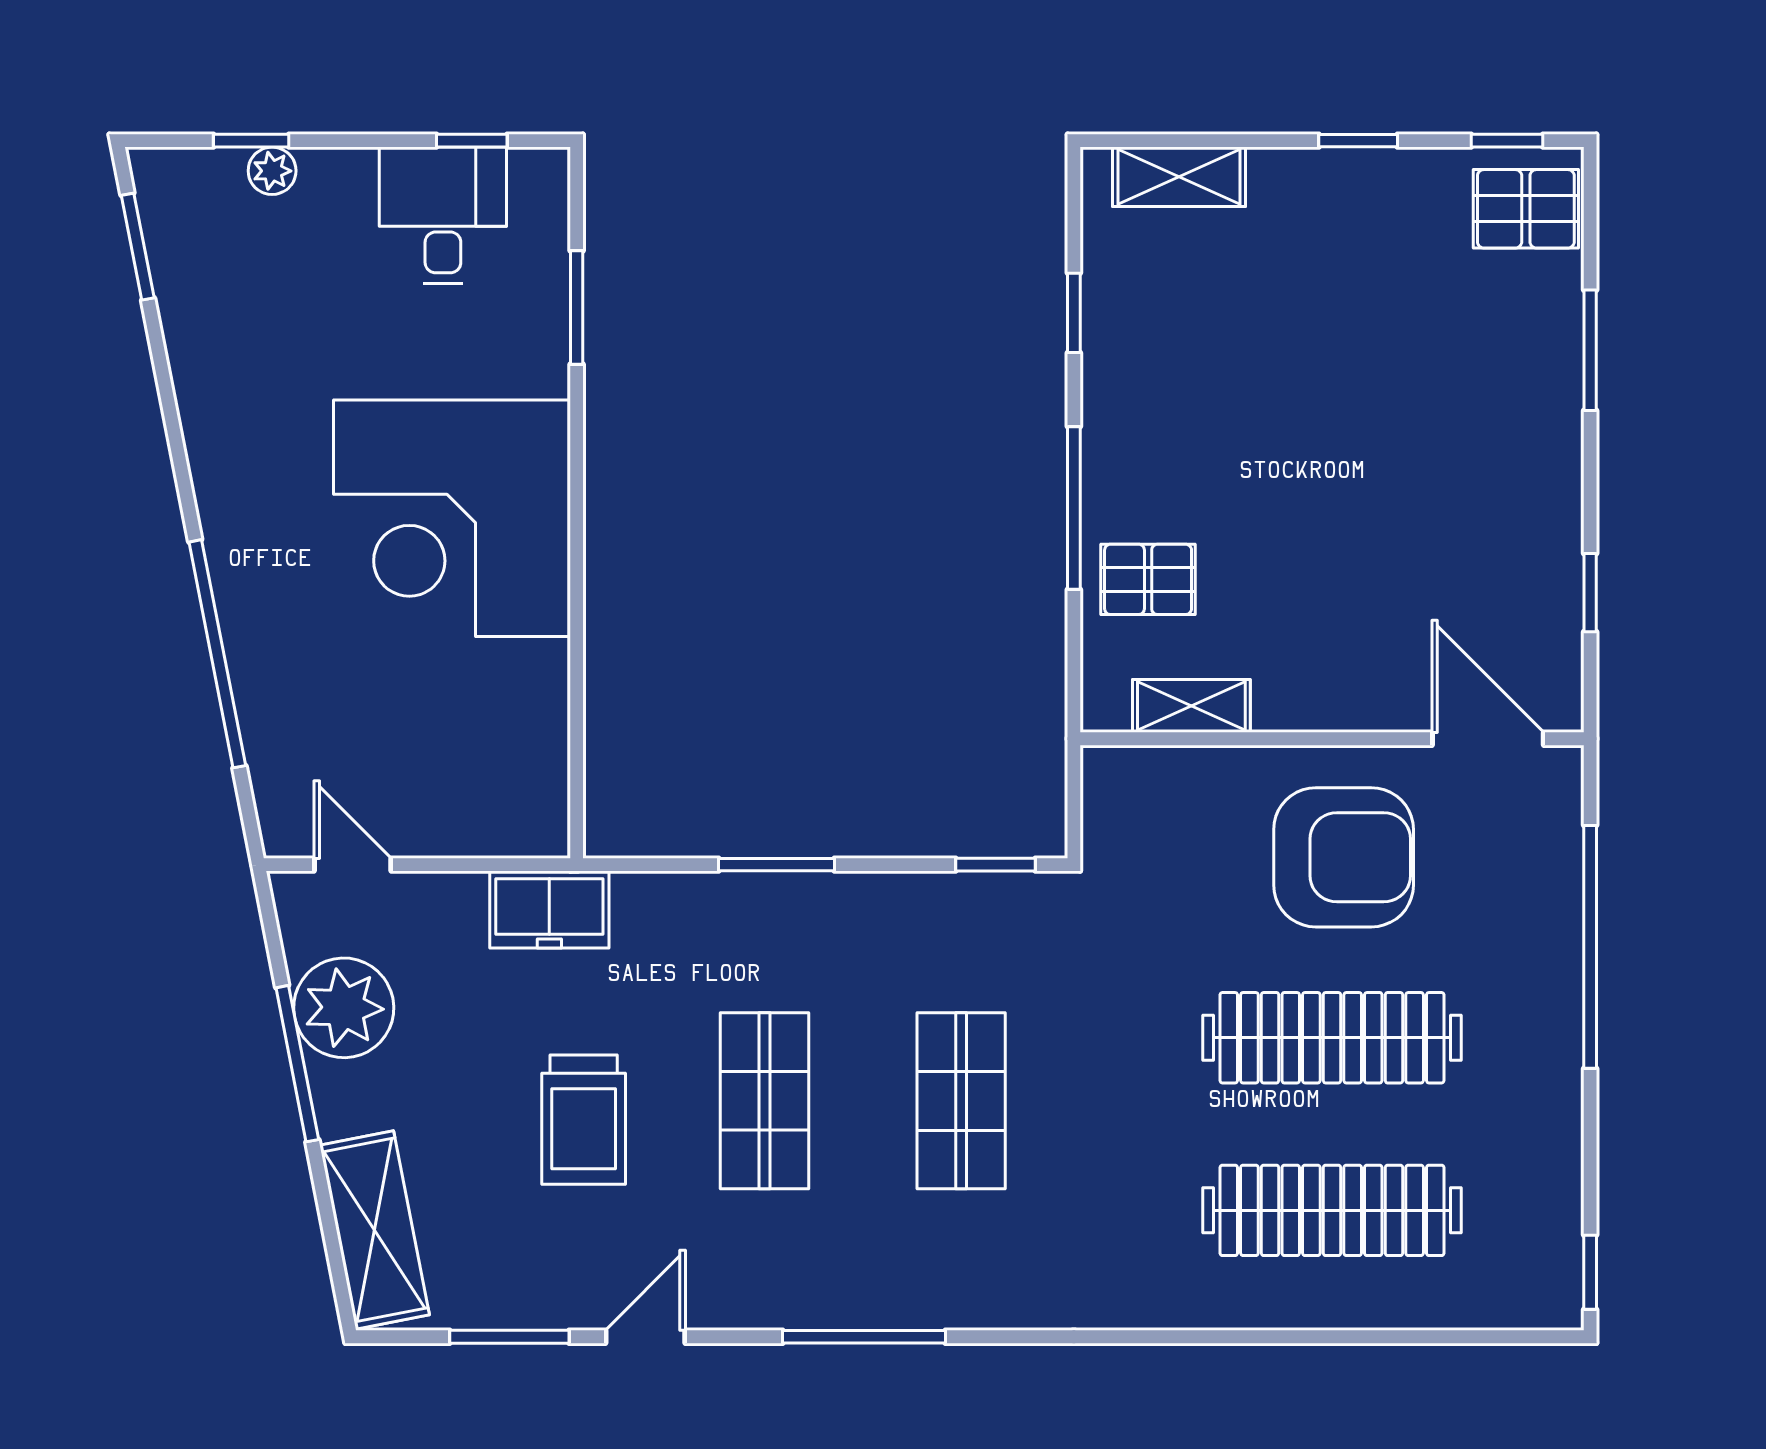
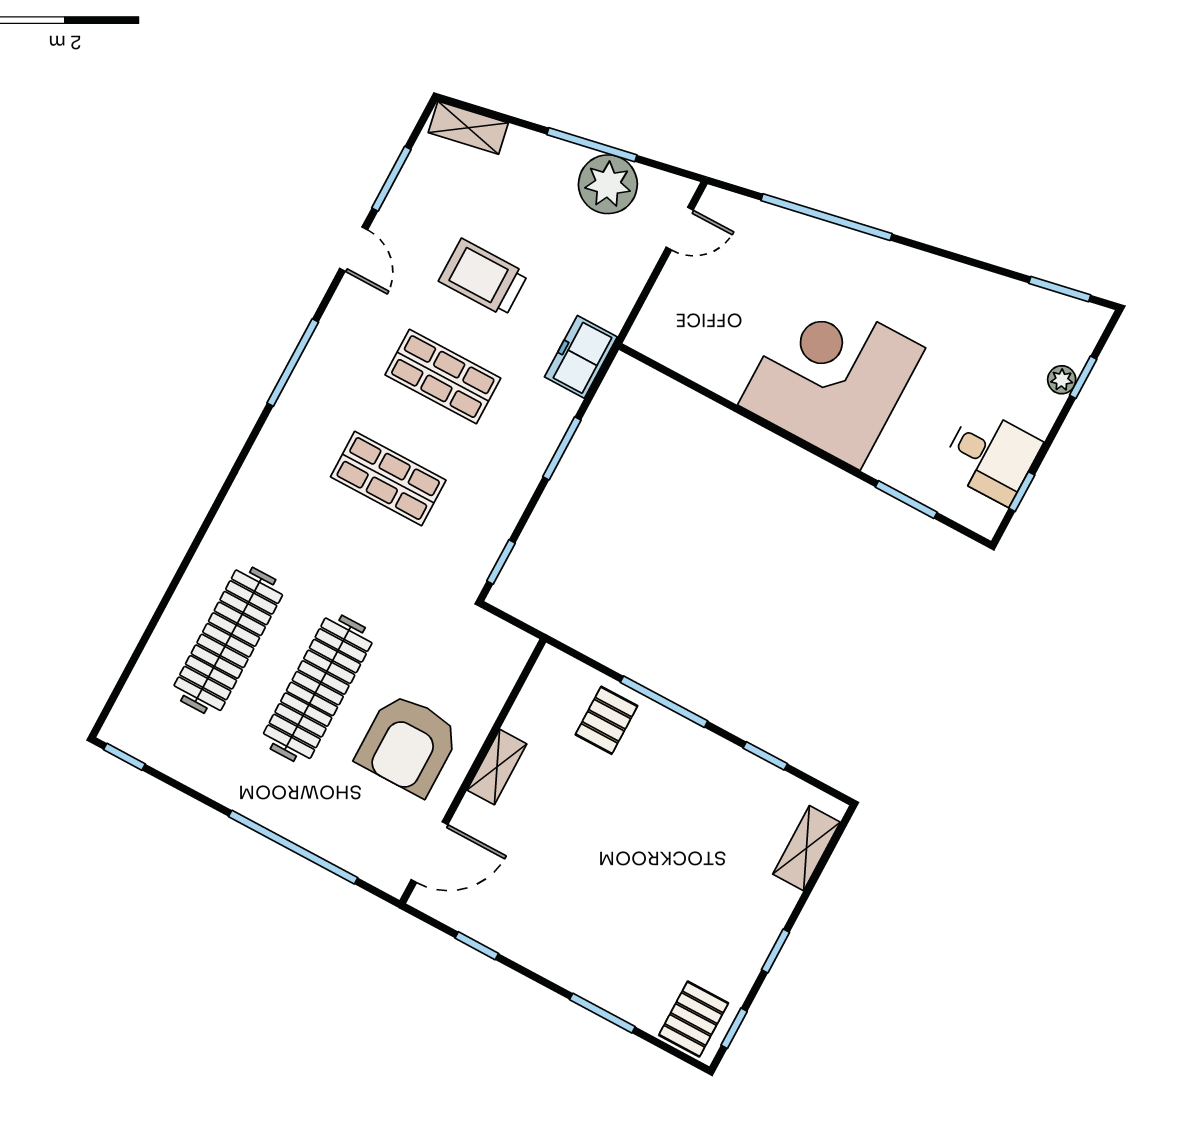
shelving: (1191, 706) -> (497, 767), moved
freezer: (549, 910) -> (581, 357), moved
shelving: (374, 1230) -> (468, 128), width x0.67, depth x0.75

